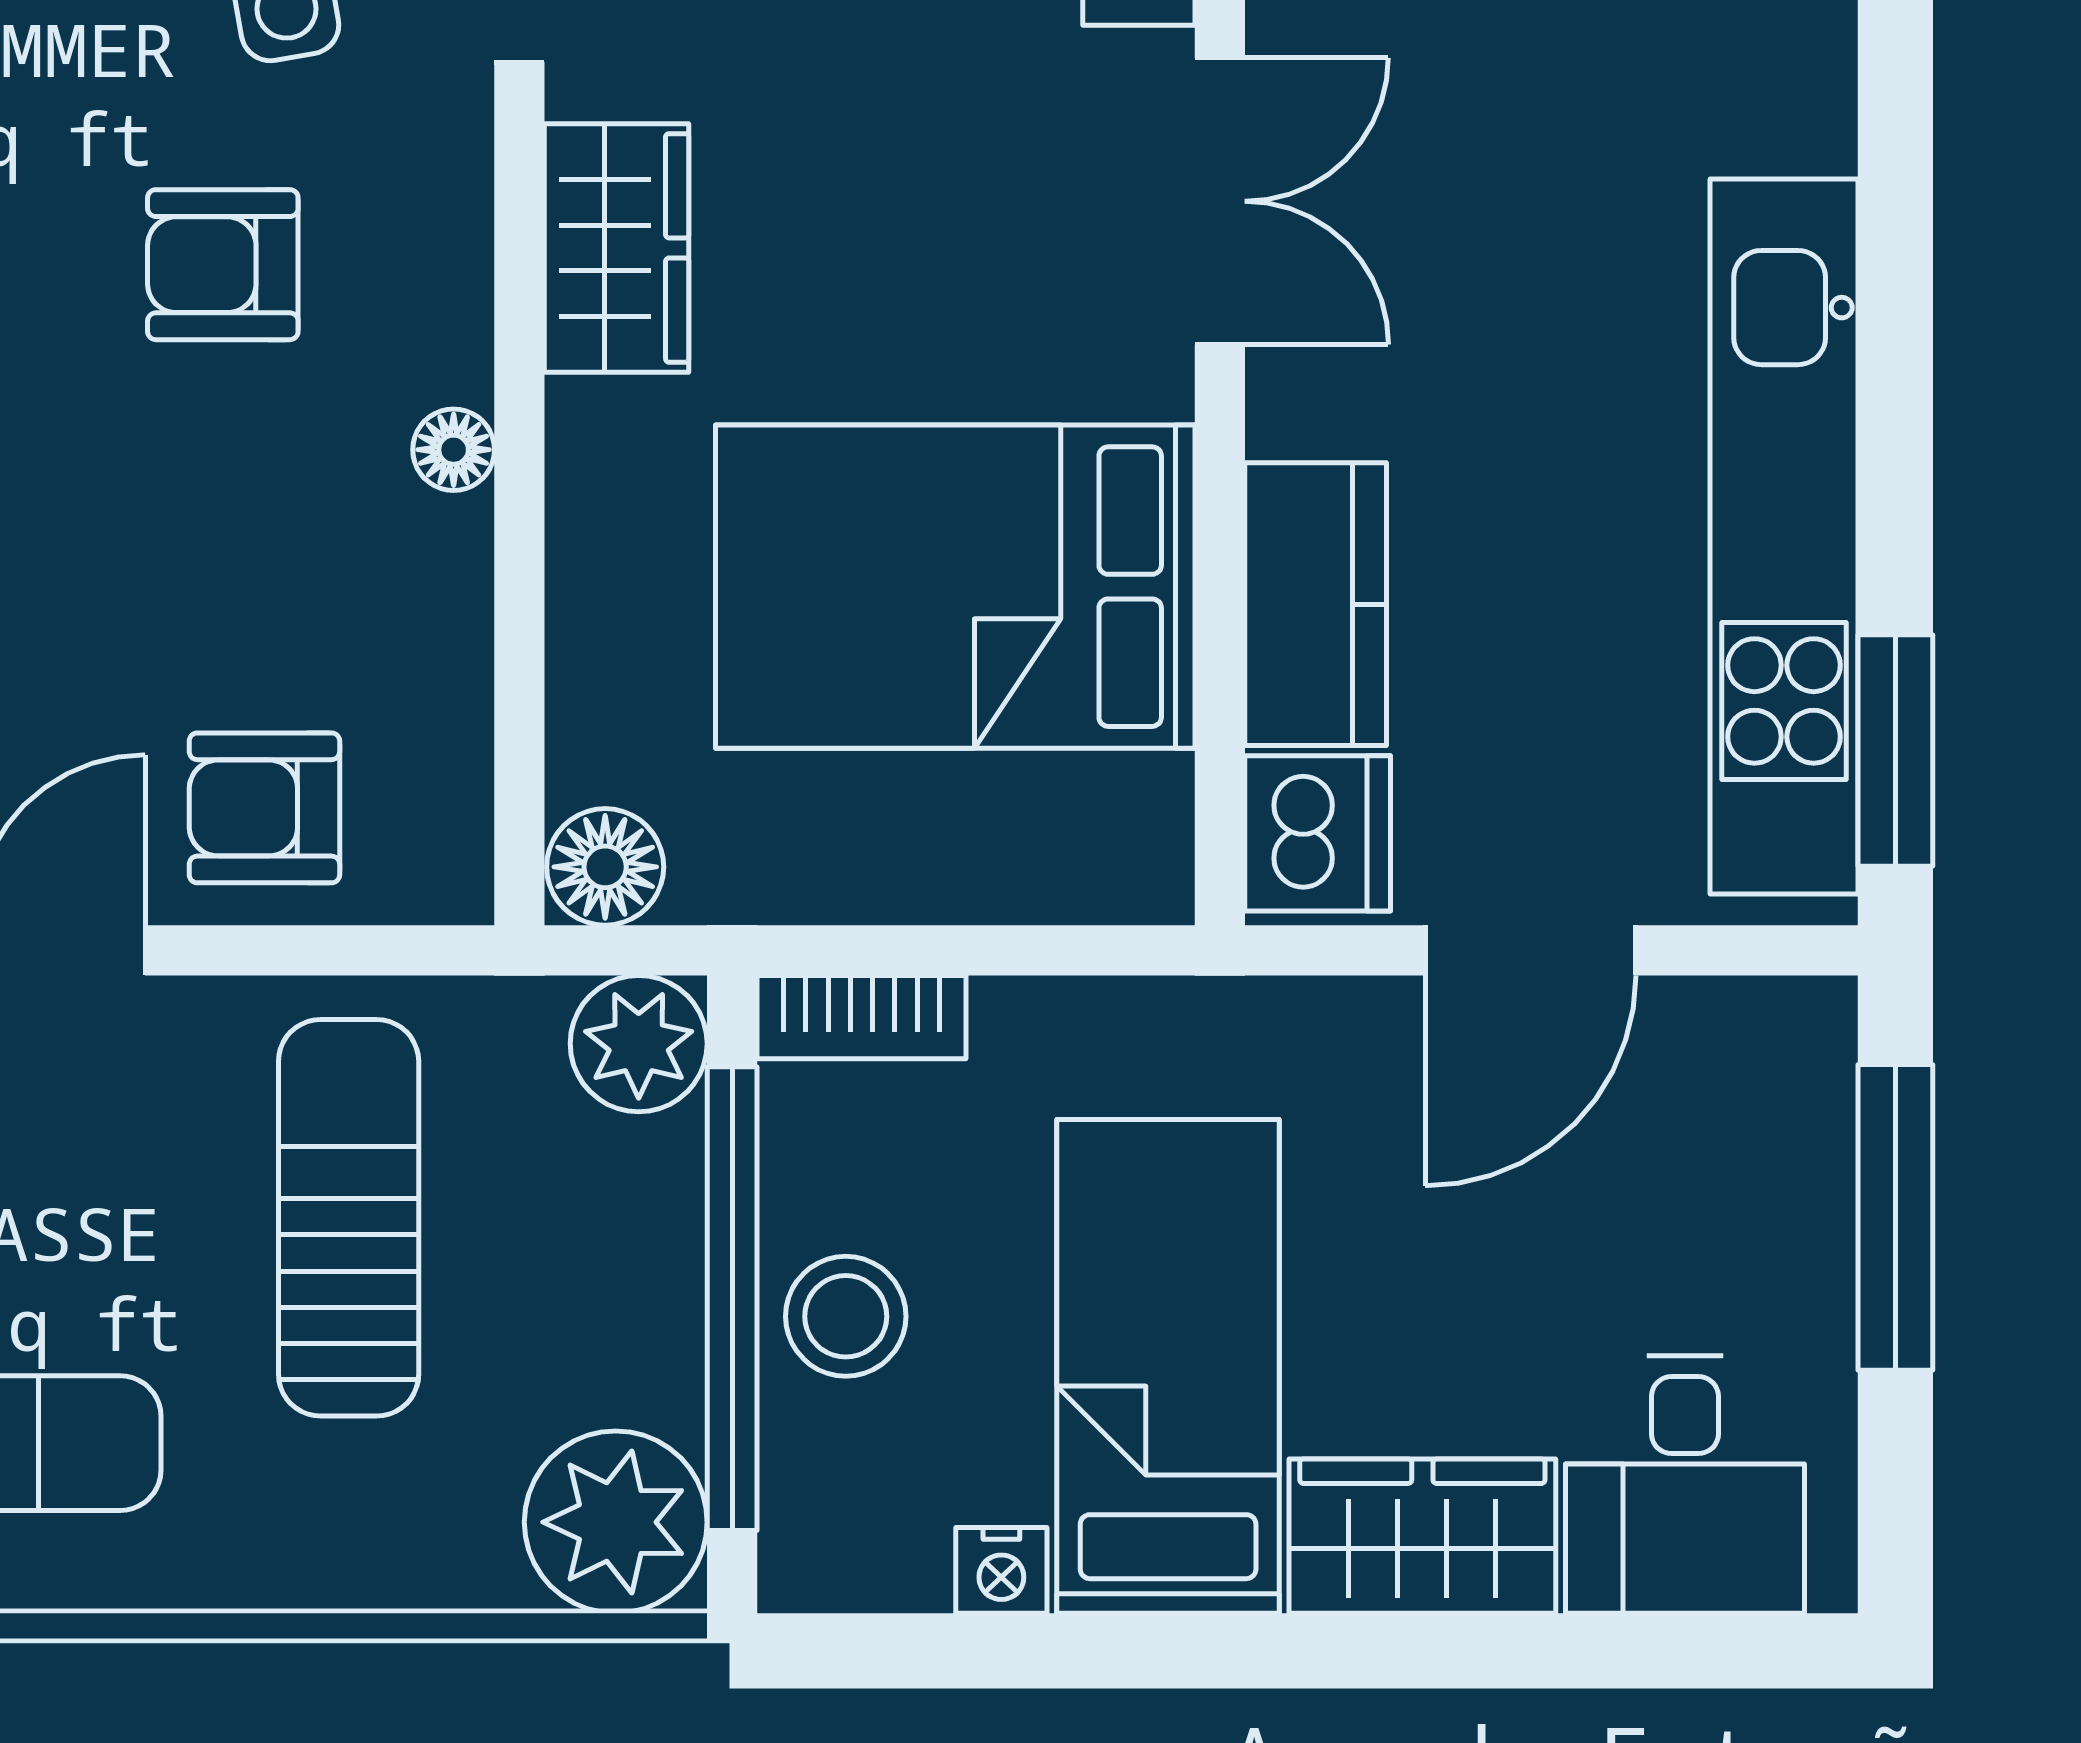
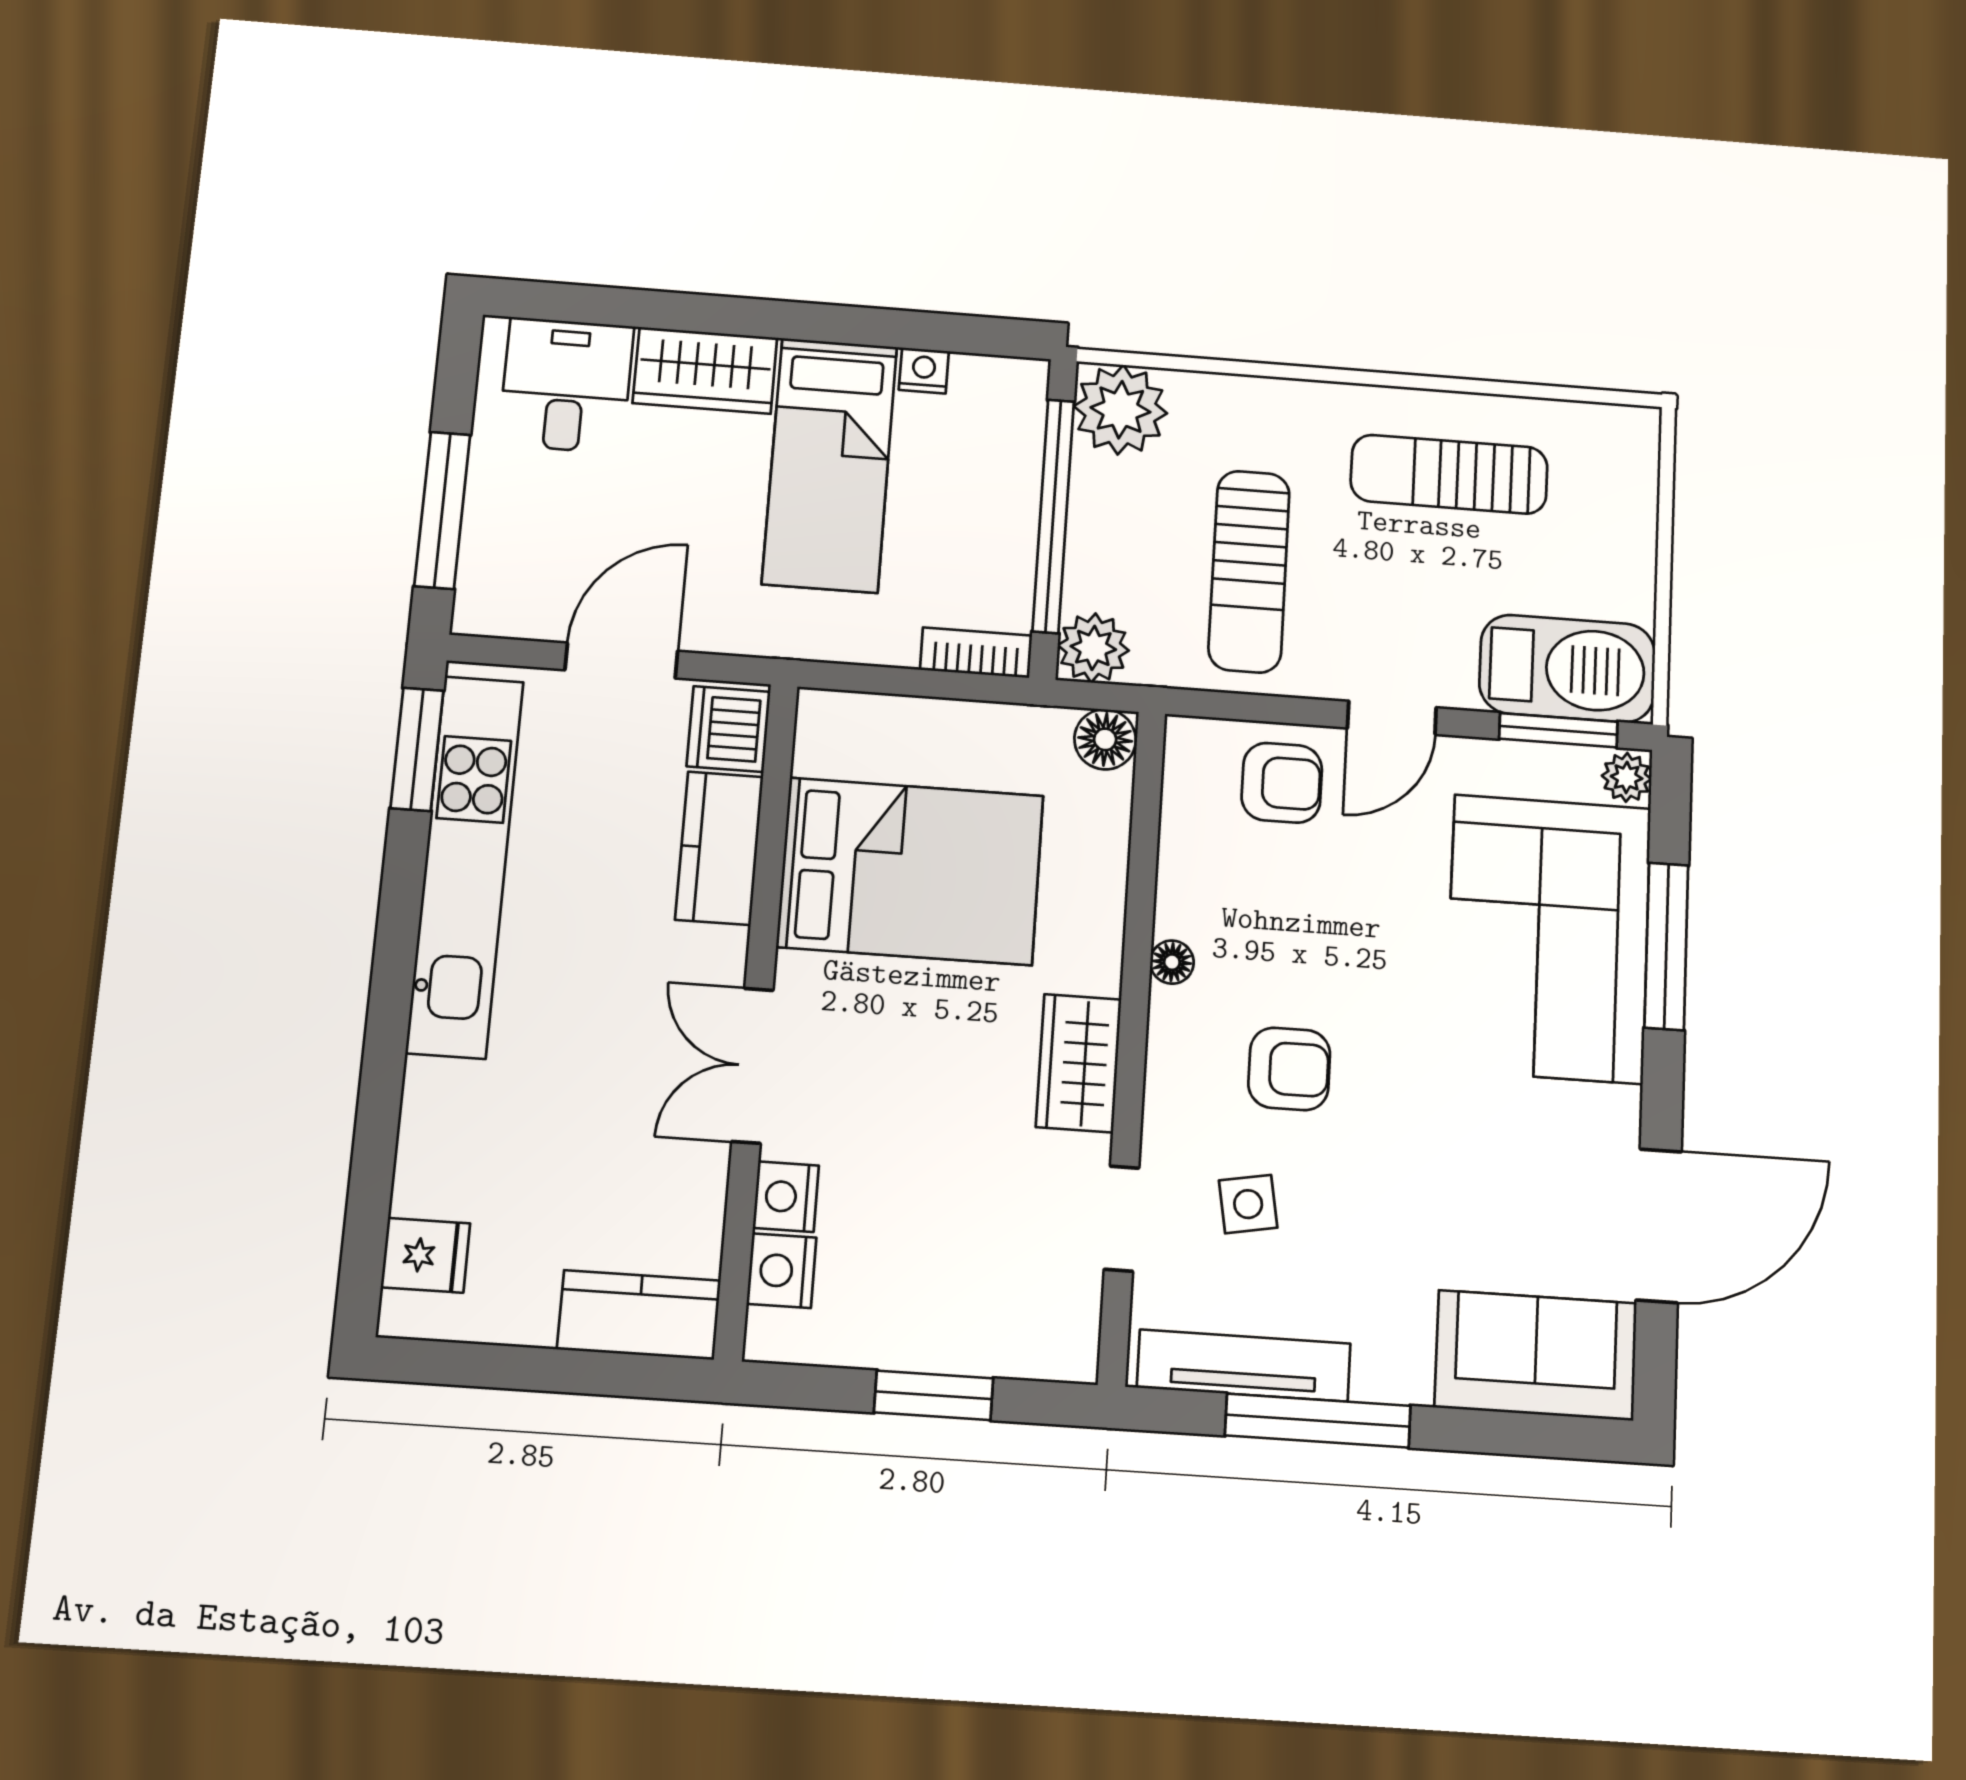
stool: (846, 1316) -> (995, 503), removed

